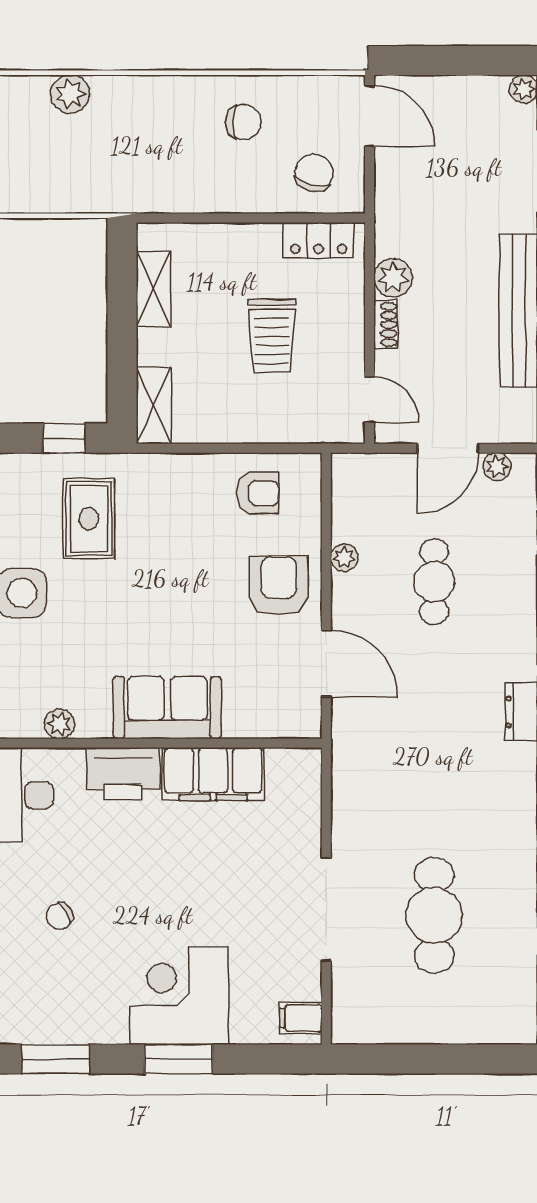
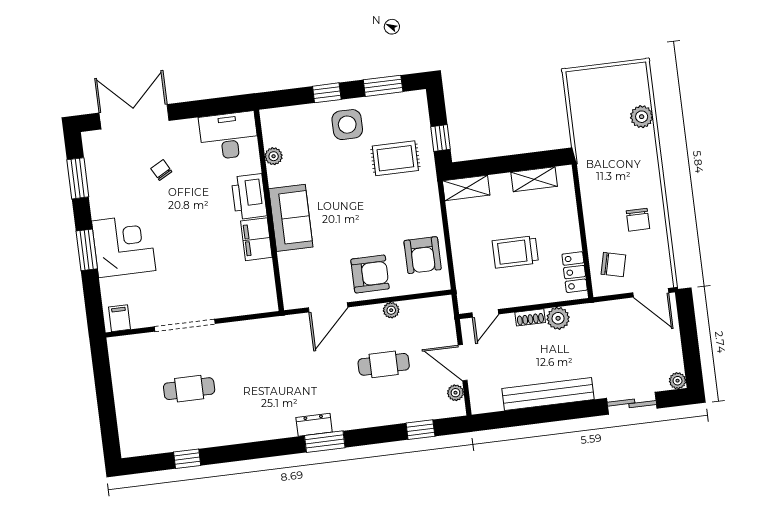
door: (369, 116) -> (651, 293), hinge flipped
armchair: (258, 493) -> (423, 255), width x1.38, depth x1.38
filing cabinet: (213, 774) -> (256, 239), width x0.67, depth x0.86
cafe table: (434, 915) -> (189, 389), width x0.73, depth x0.74

